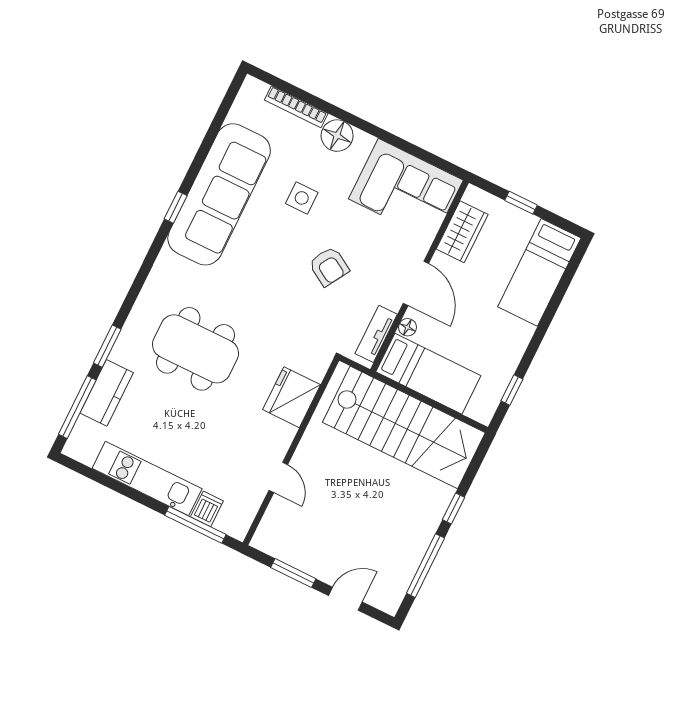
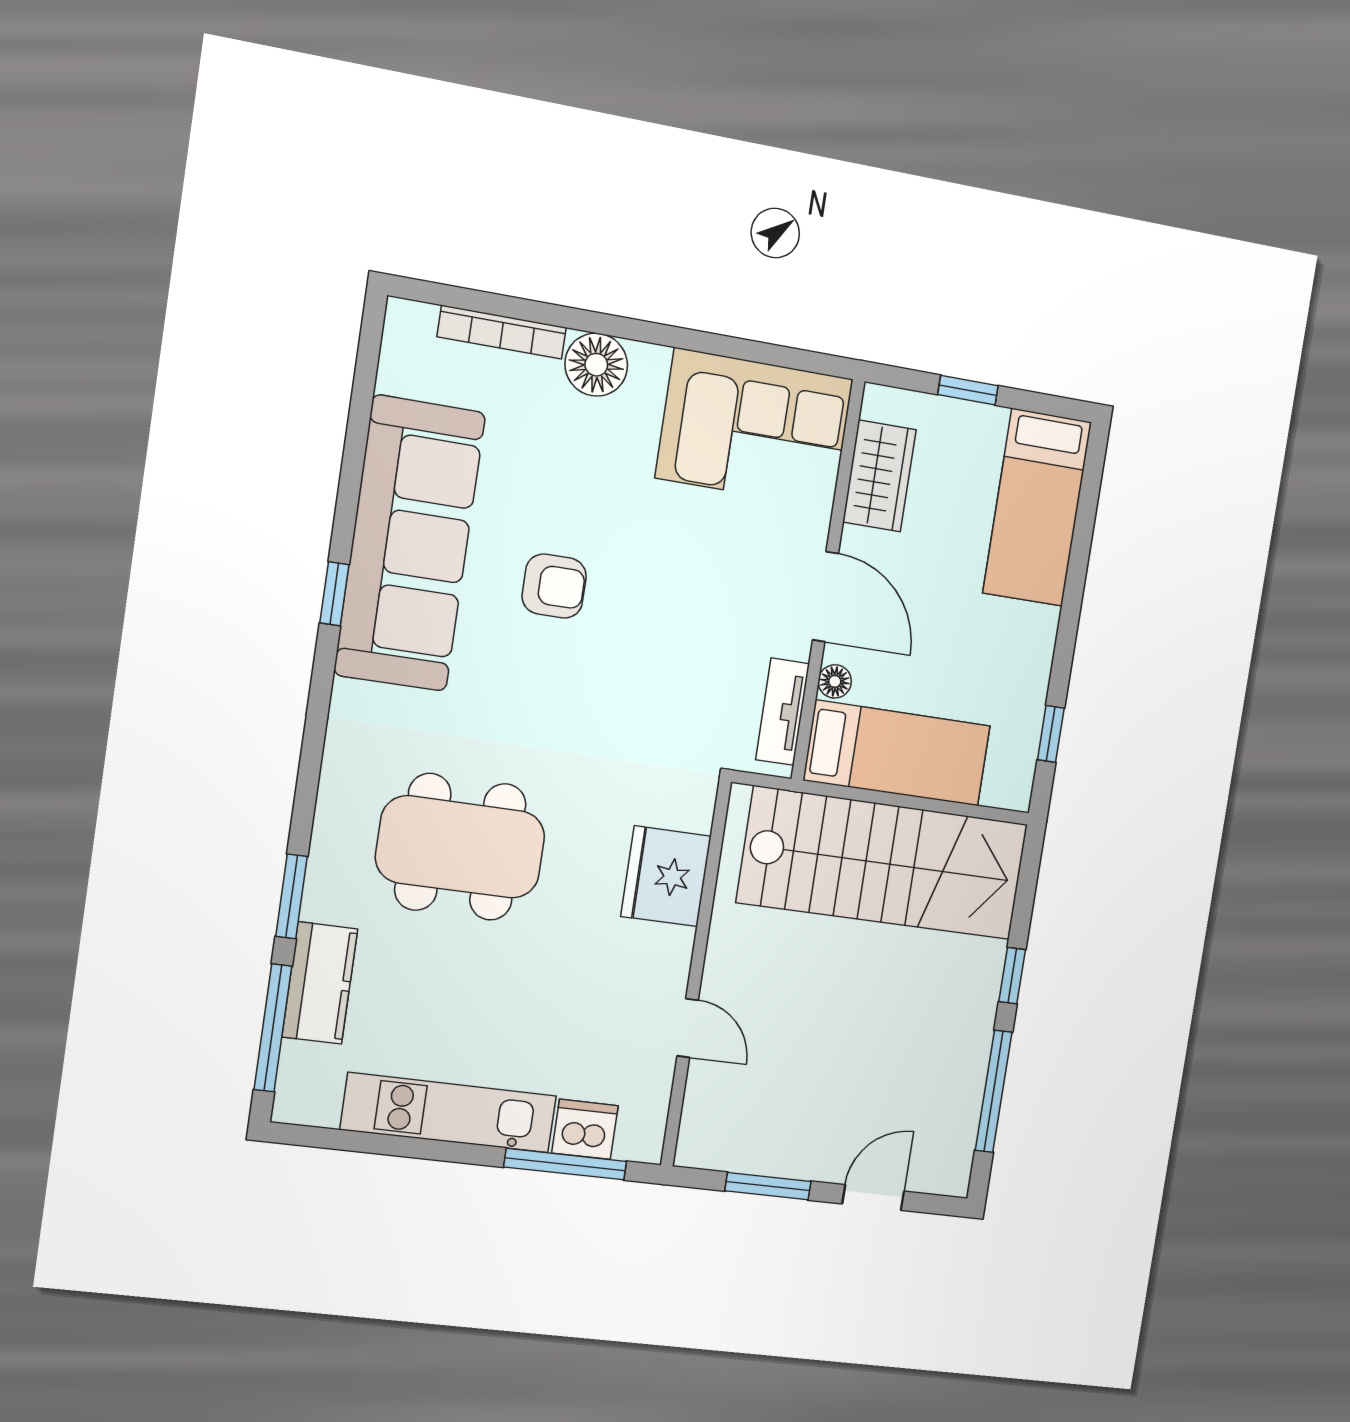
side table: (302, 198) -> (568, 503), removed
armchair: (329, 266) -> (554, 586), moved, turned -31
dishwasher: (207, 509) -> (585, 1129), width x1.38

